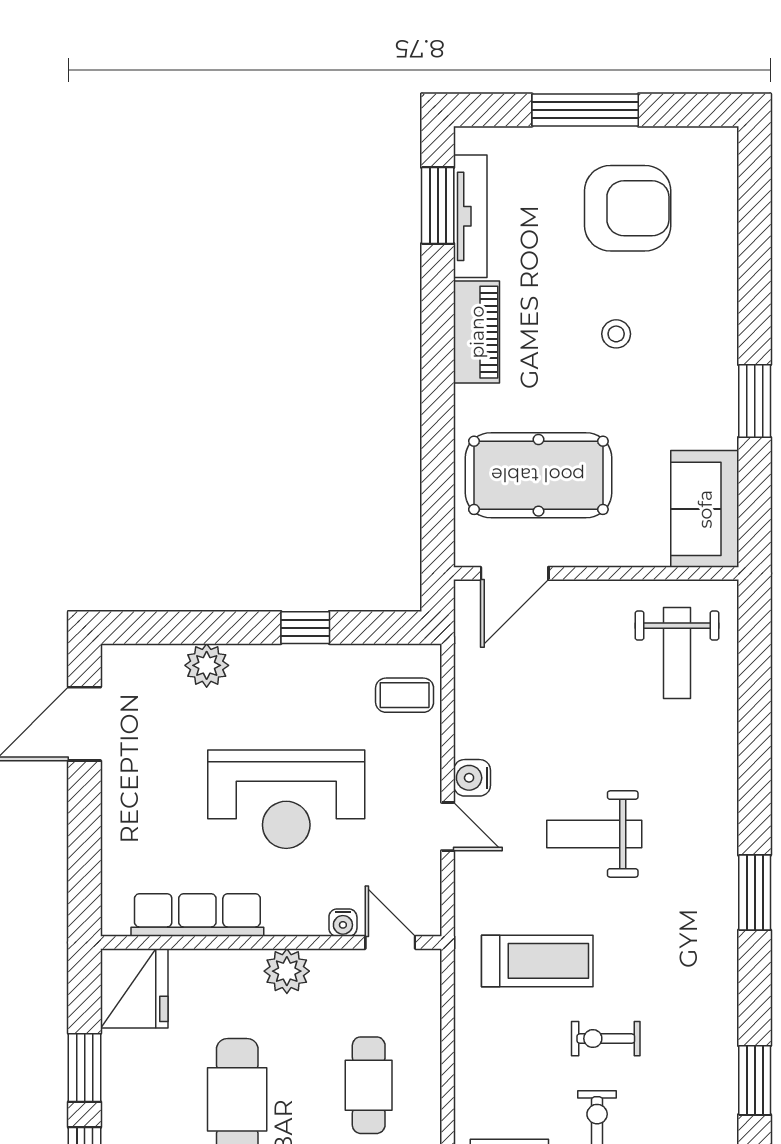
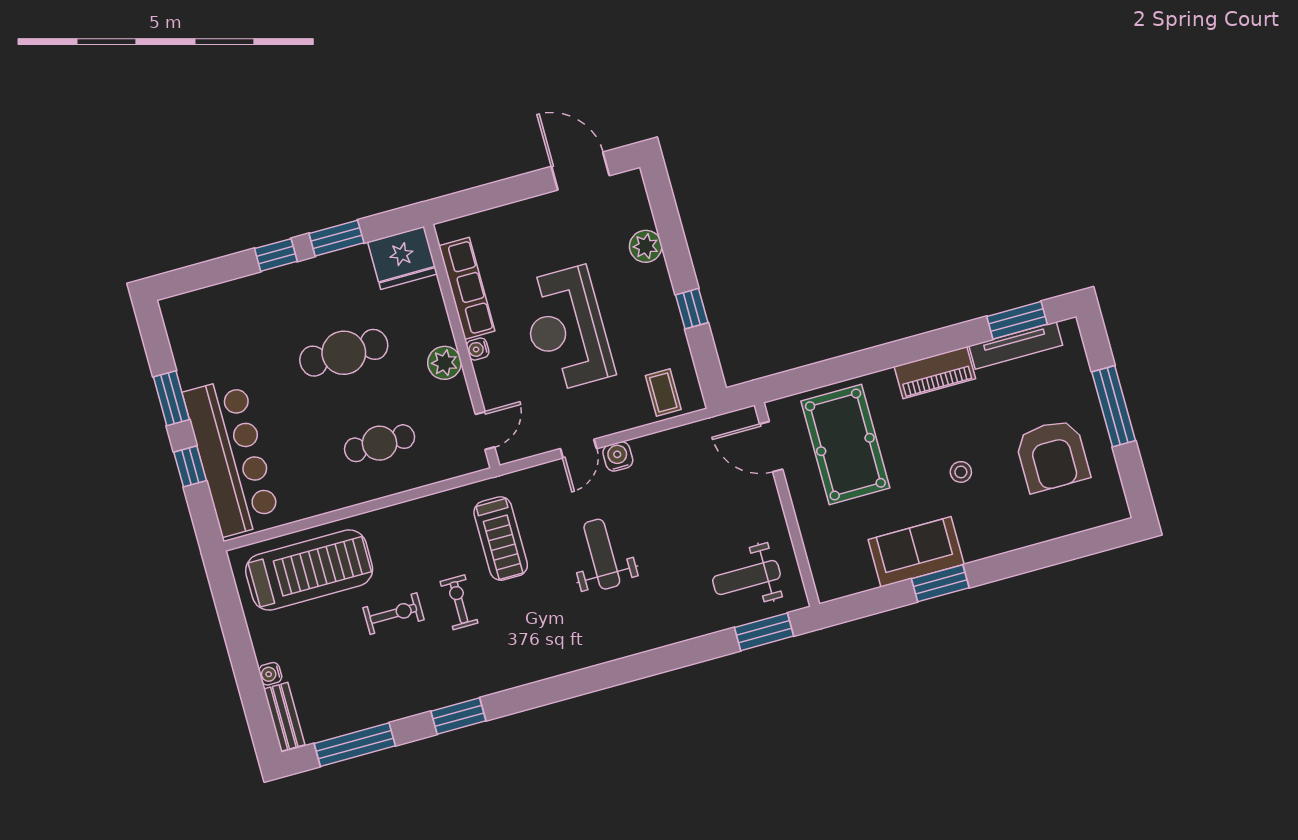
sofa: (705, 509) -> (916, 552), moved
window: (755, 893) -> (764, 632), moved
water cooler: (343, 923) -> (478, 349), moved

